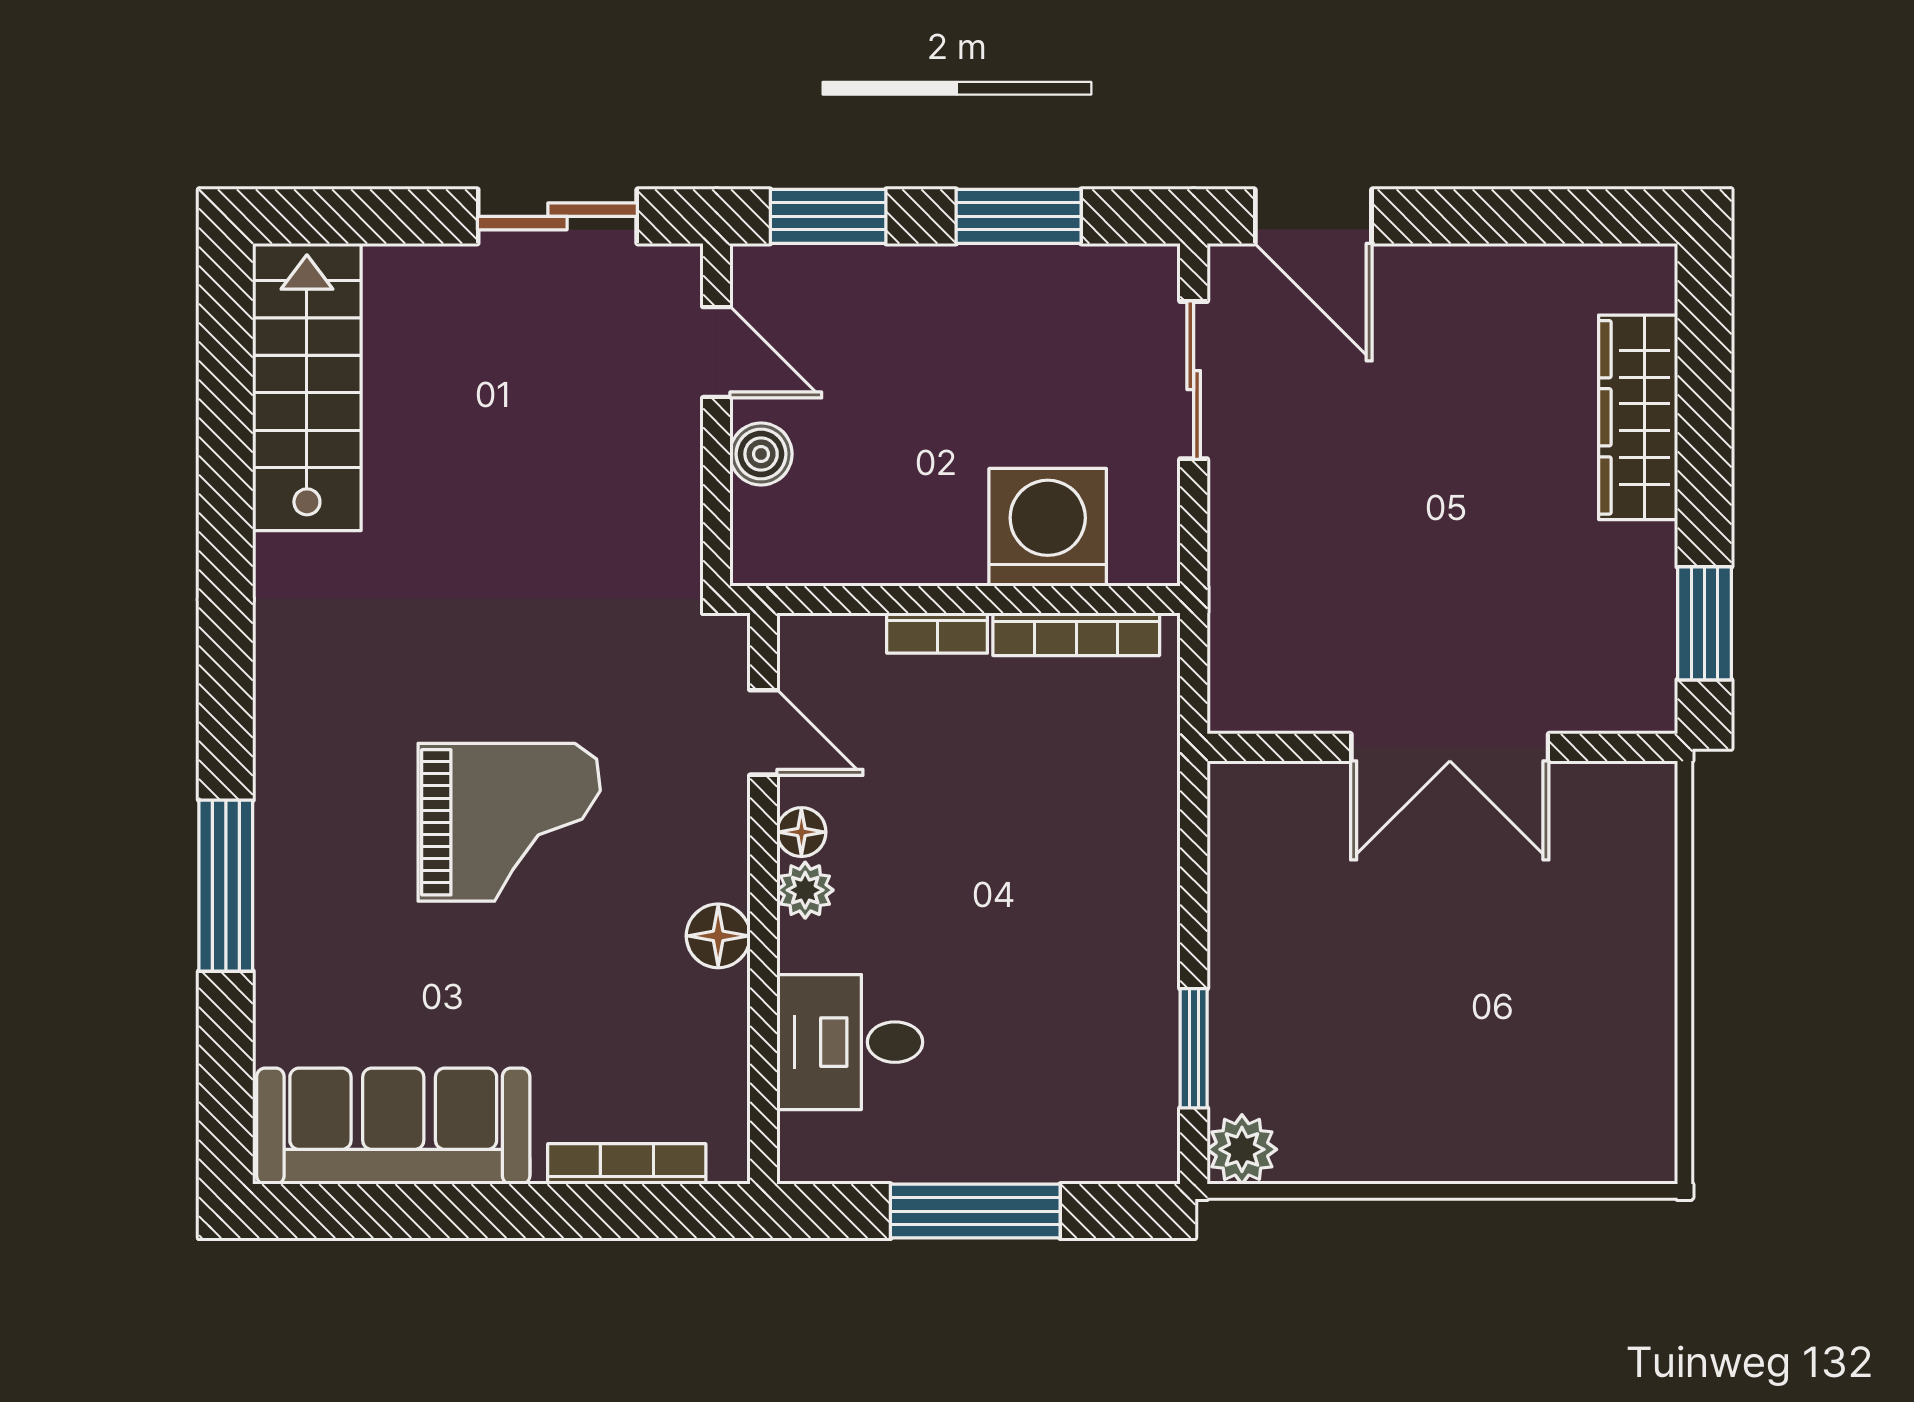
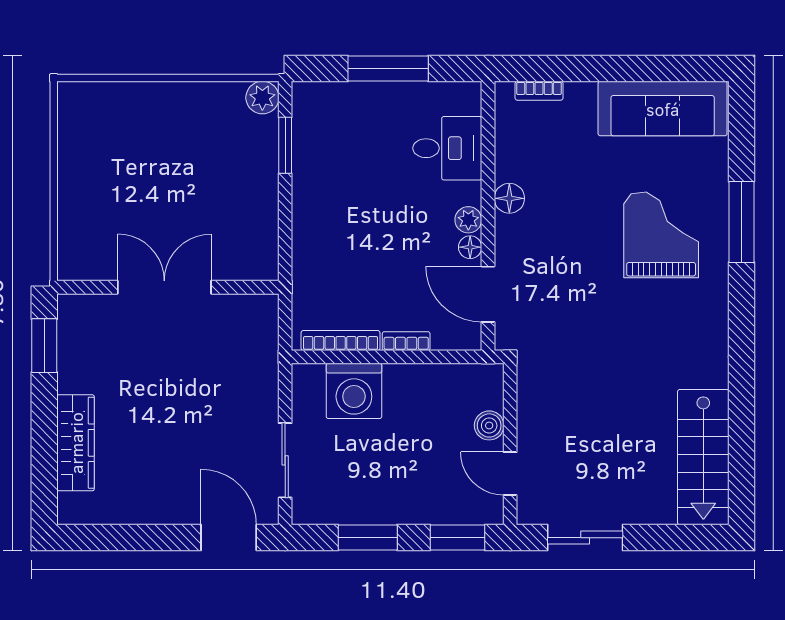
door: (764, 732) -> (488, 294), width x1.38
grand piano: (509, 822) -> (661, 235), moved, turned 90
bookcase: (627, 1164) -> (539, 91), width x0.64

